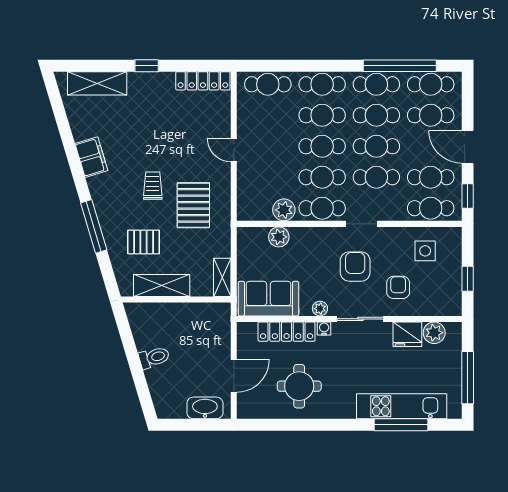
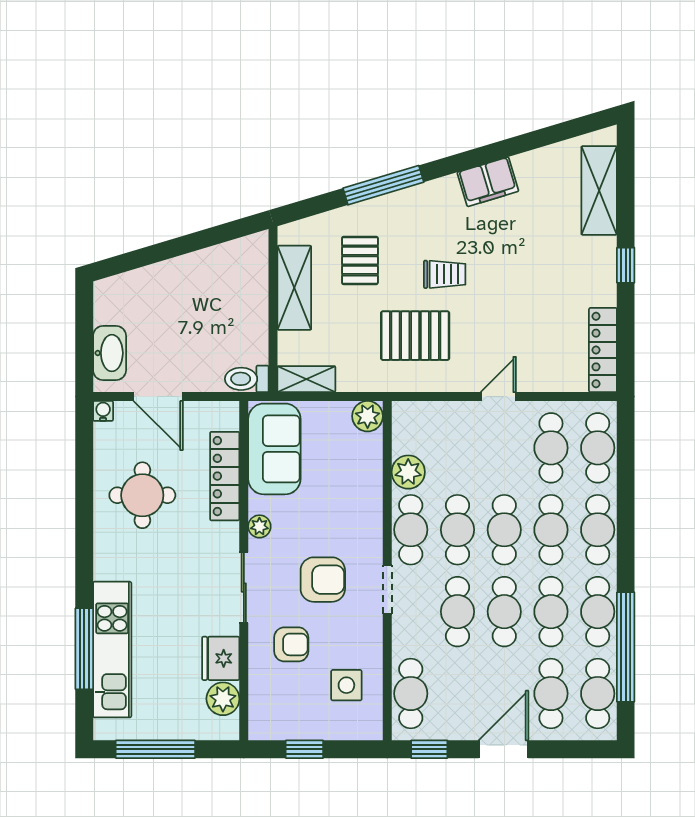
cafe table: (431, 177) -> (551, 448), moved
plant: (279, 237) -> (368, 416), moved
water cooler: (324, 328) -> (103, 411), moved, turned -90
toilet: (154, 357) -> (247, 379), moved, turned 107

